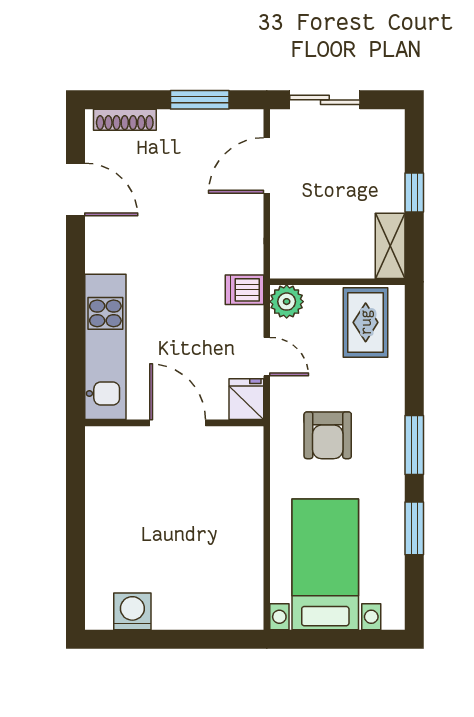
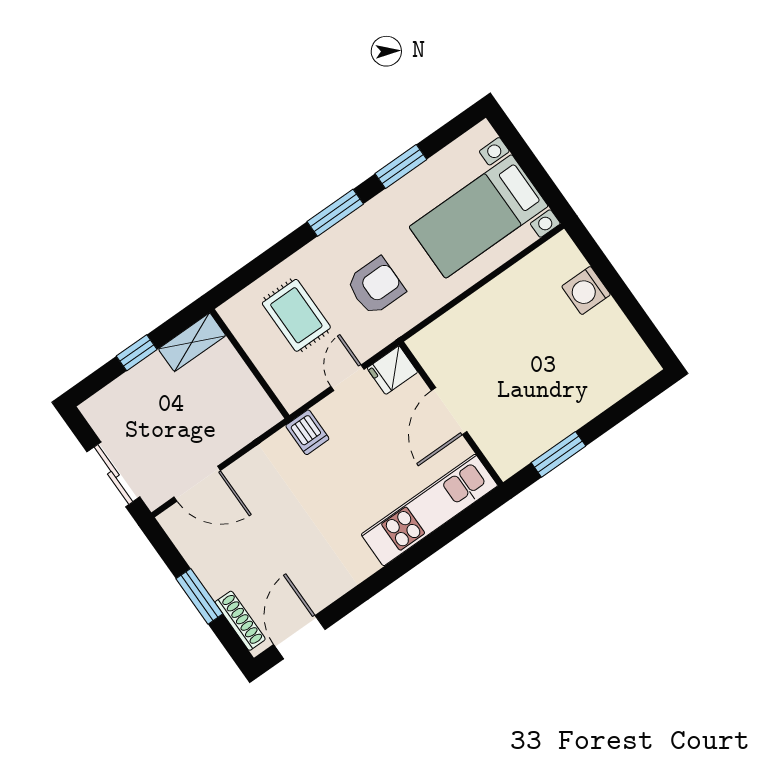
window: (200, 100) -> (199, 596), moved
door: (75, 189) -> (299, 637), moved
plant: (287, 302) -> (293, 393), removed
rug: (366, 322) -> (296, 315), moved, turned 90
window: (75, 490) -> (558, 454), added
washing machine: (132, 611) -> (586, 290), moved

